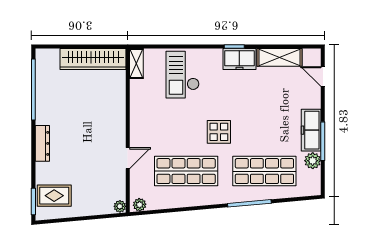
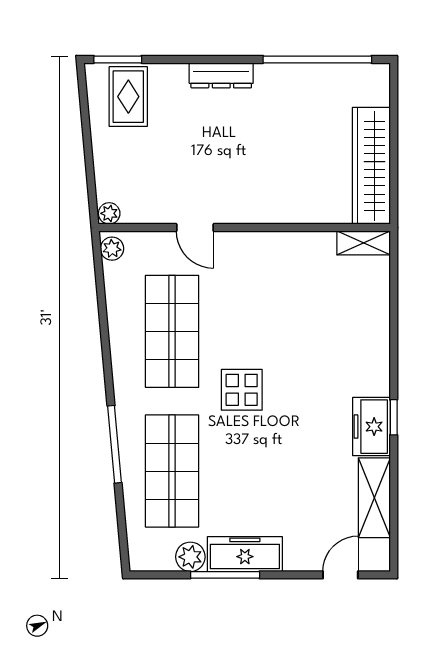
checkout: (183, 75) -> (344, 325), removed

